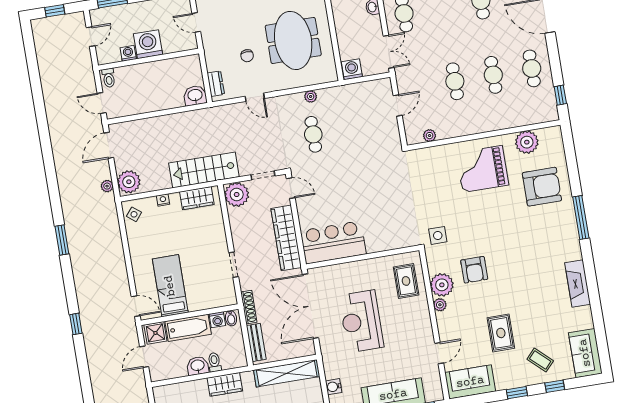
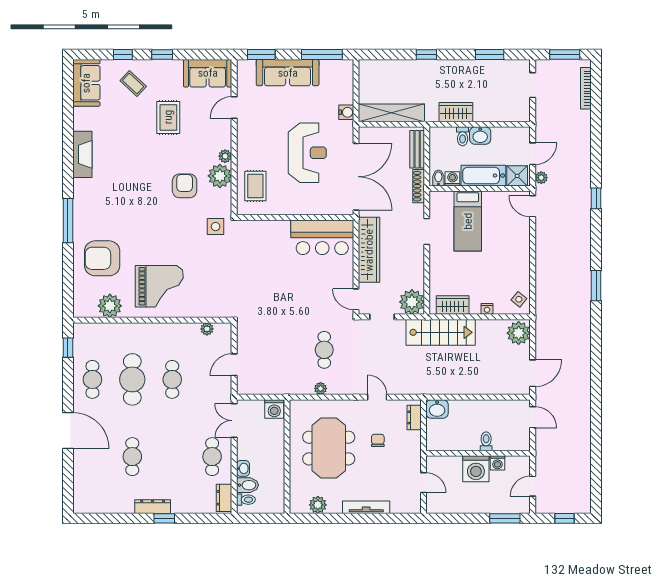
cafe table: (493, 75) -> (132, 379), width x1.37, depth x1.35
toilet: (109, 78) -> (486, 441), moved
plant: (107, 186) -> (541, 178), moved
bed: (170, 286) -> (468, 221), moved
water cooler: (334, 387) -> (346, 112), moved

